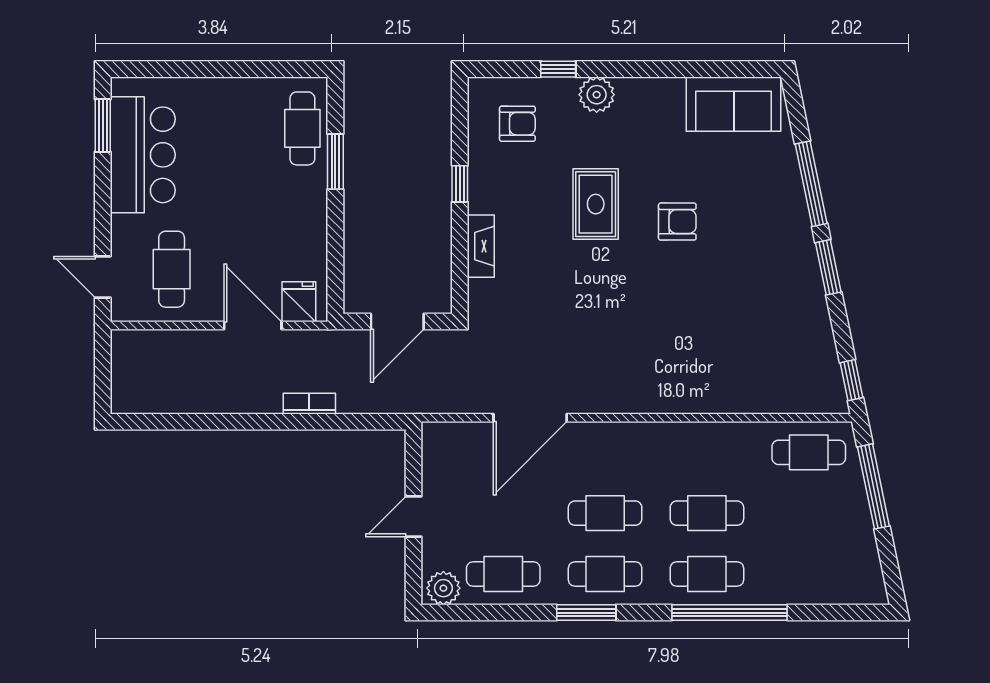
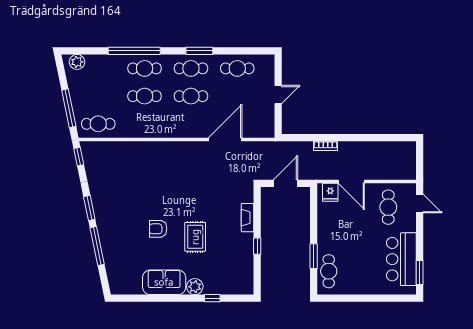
sofa: (734, 104) -> (164, 282), moved
armchair: (517, 124) -> (231, 273), removed
plant: (443, 588) -> (77, 62), moved

